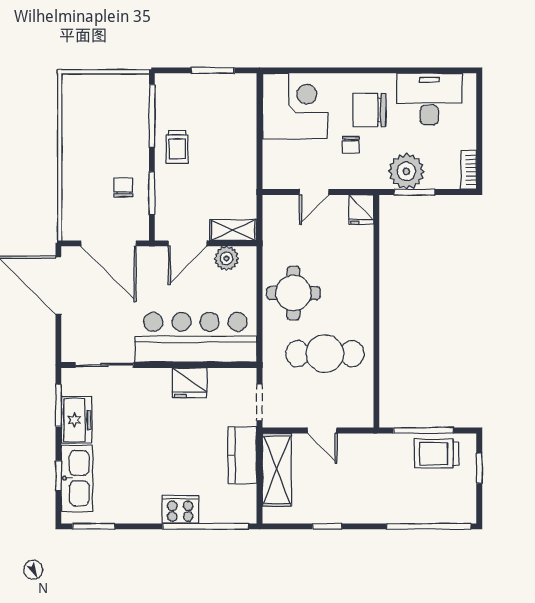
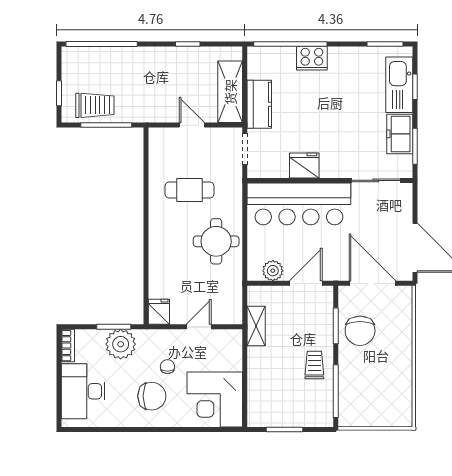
desk: (429, 99) -> (83, 391), moved, turned 90
chair: (123, 187) -> (360, 331), width x1.87, depth x1.87
shelving: (233, 230) -> (256, 326), moved, turned 90
cafe table: (325, 354) -> (190, 190), width x0.73, depth x0.74

